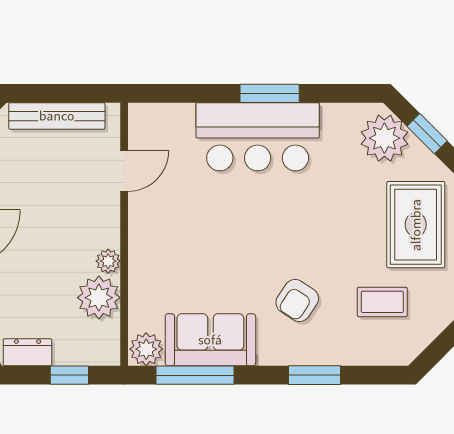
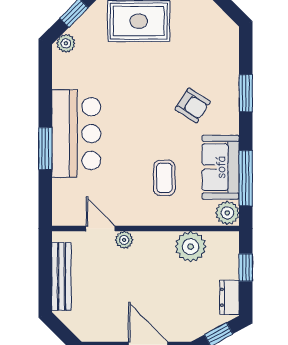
window: (270, 93) -> (45, 149), moved
plant: (384, 138) -> (66, 43), width x0.53, depth x0.53
plant: (108, 261) -> (124, 240), moved
coffee table: (382, 302) -> (164, 178), moved

